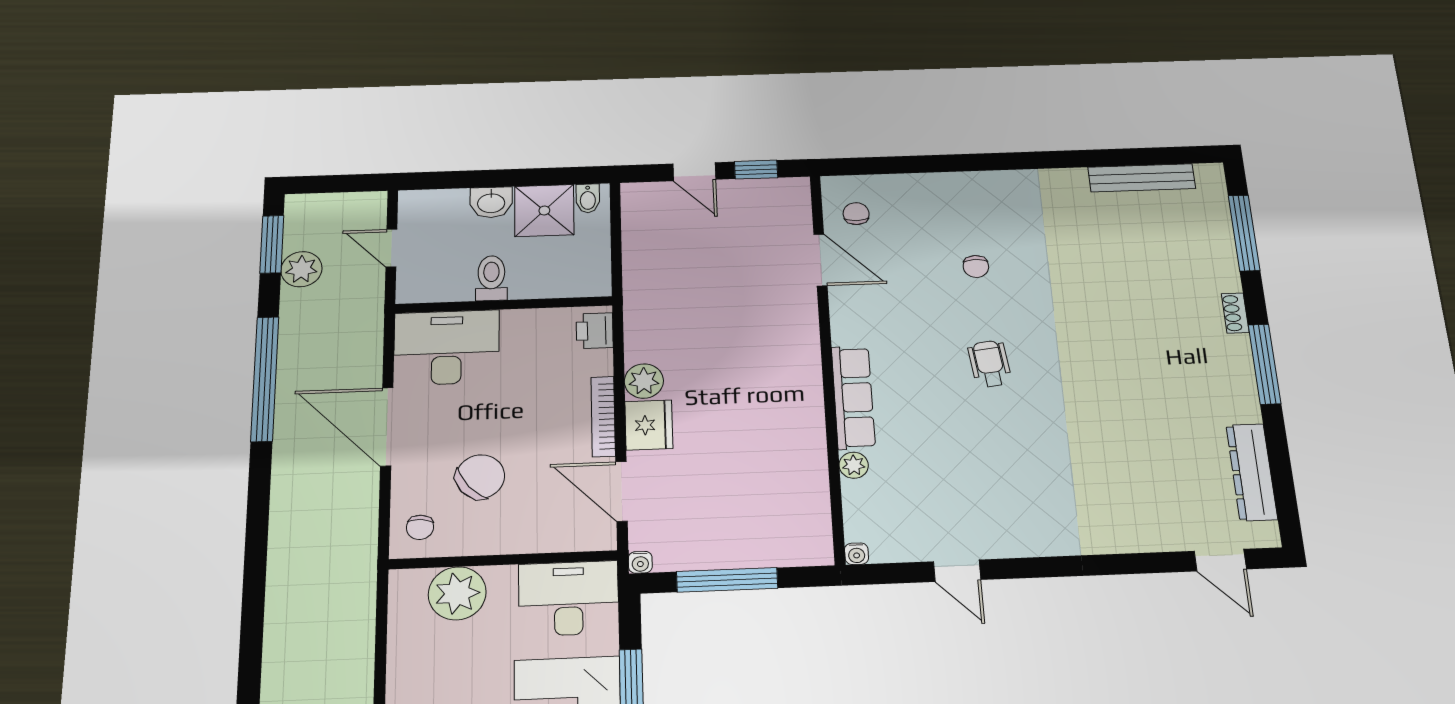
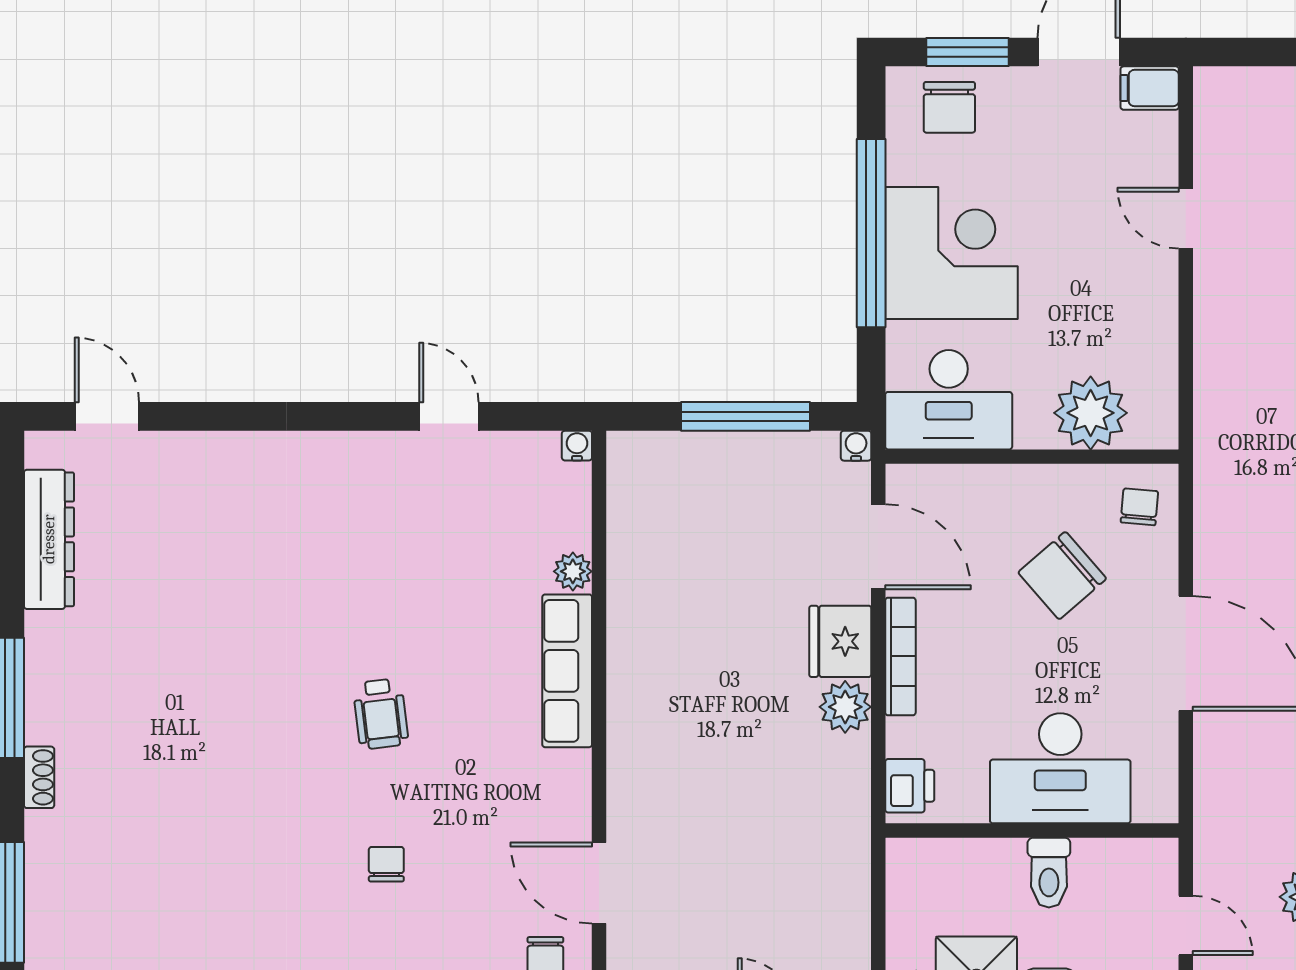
desk: (446, 348) -> (1060, 768), moved

